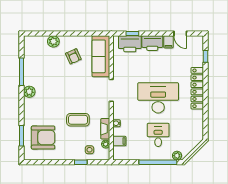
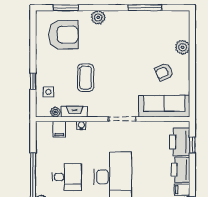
plant: (29, 92) -> (98, 17), moved
armchair: (43, 138) -> (64, 35), turned -90

